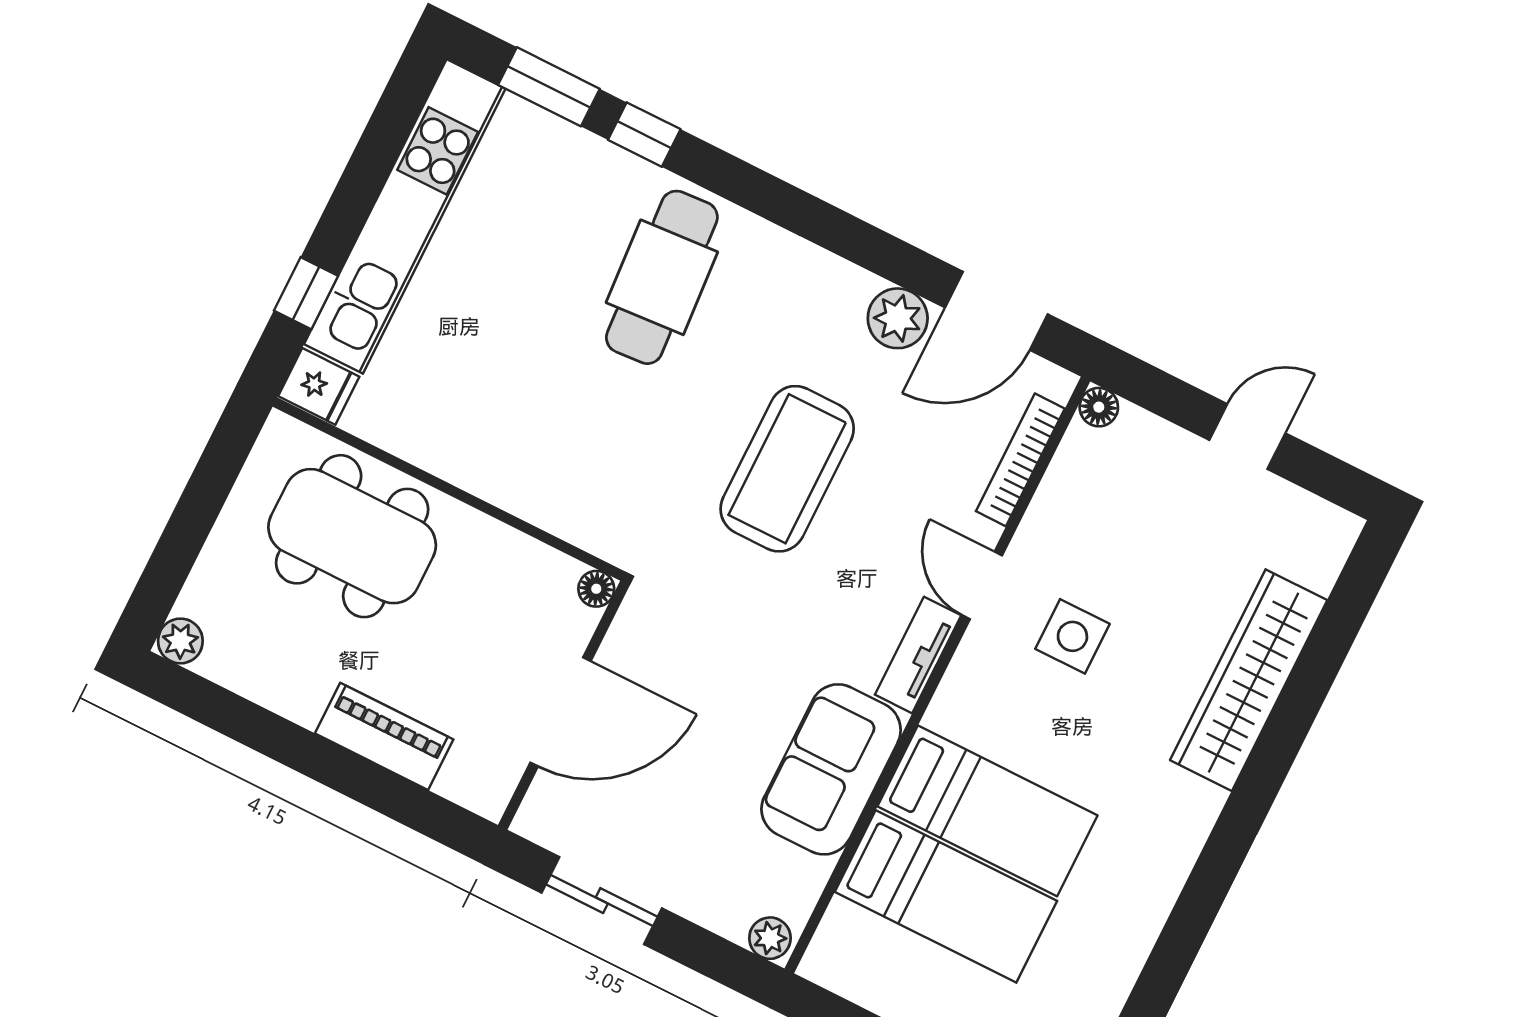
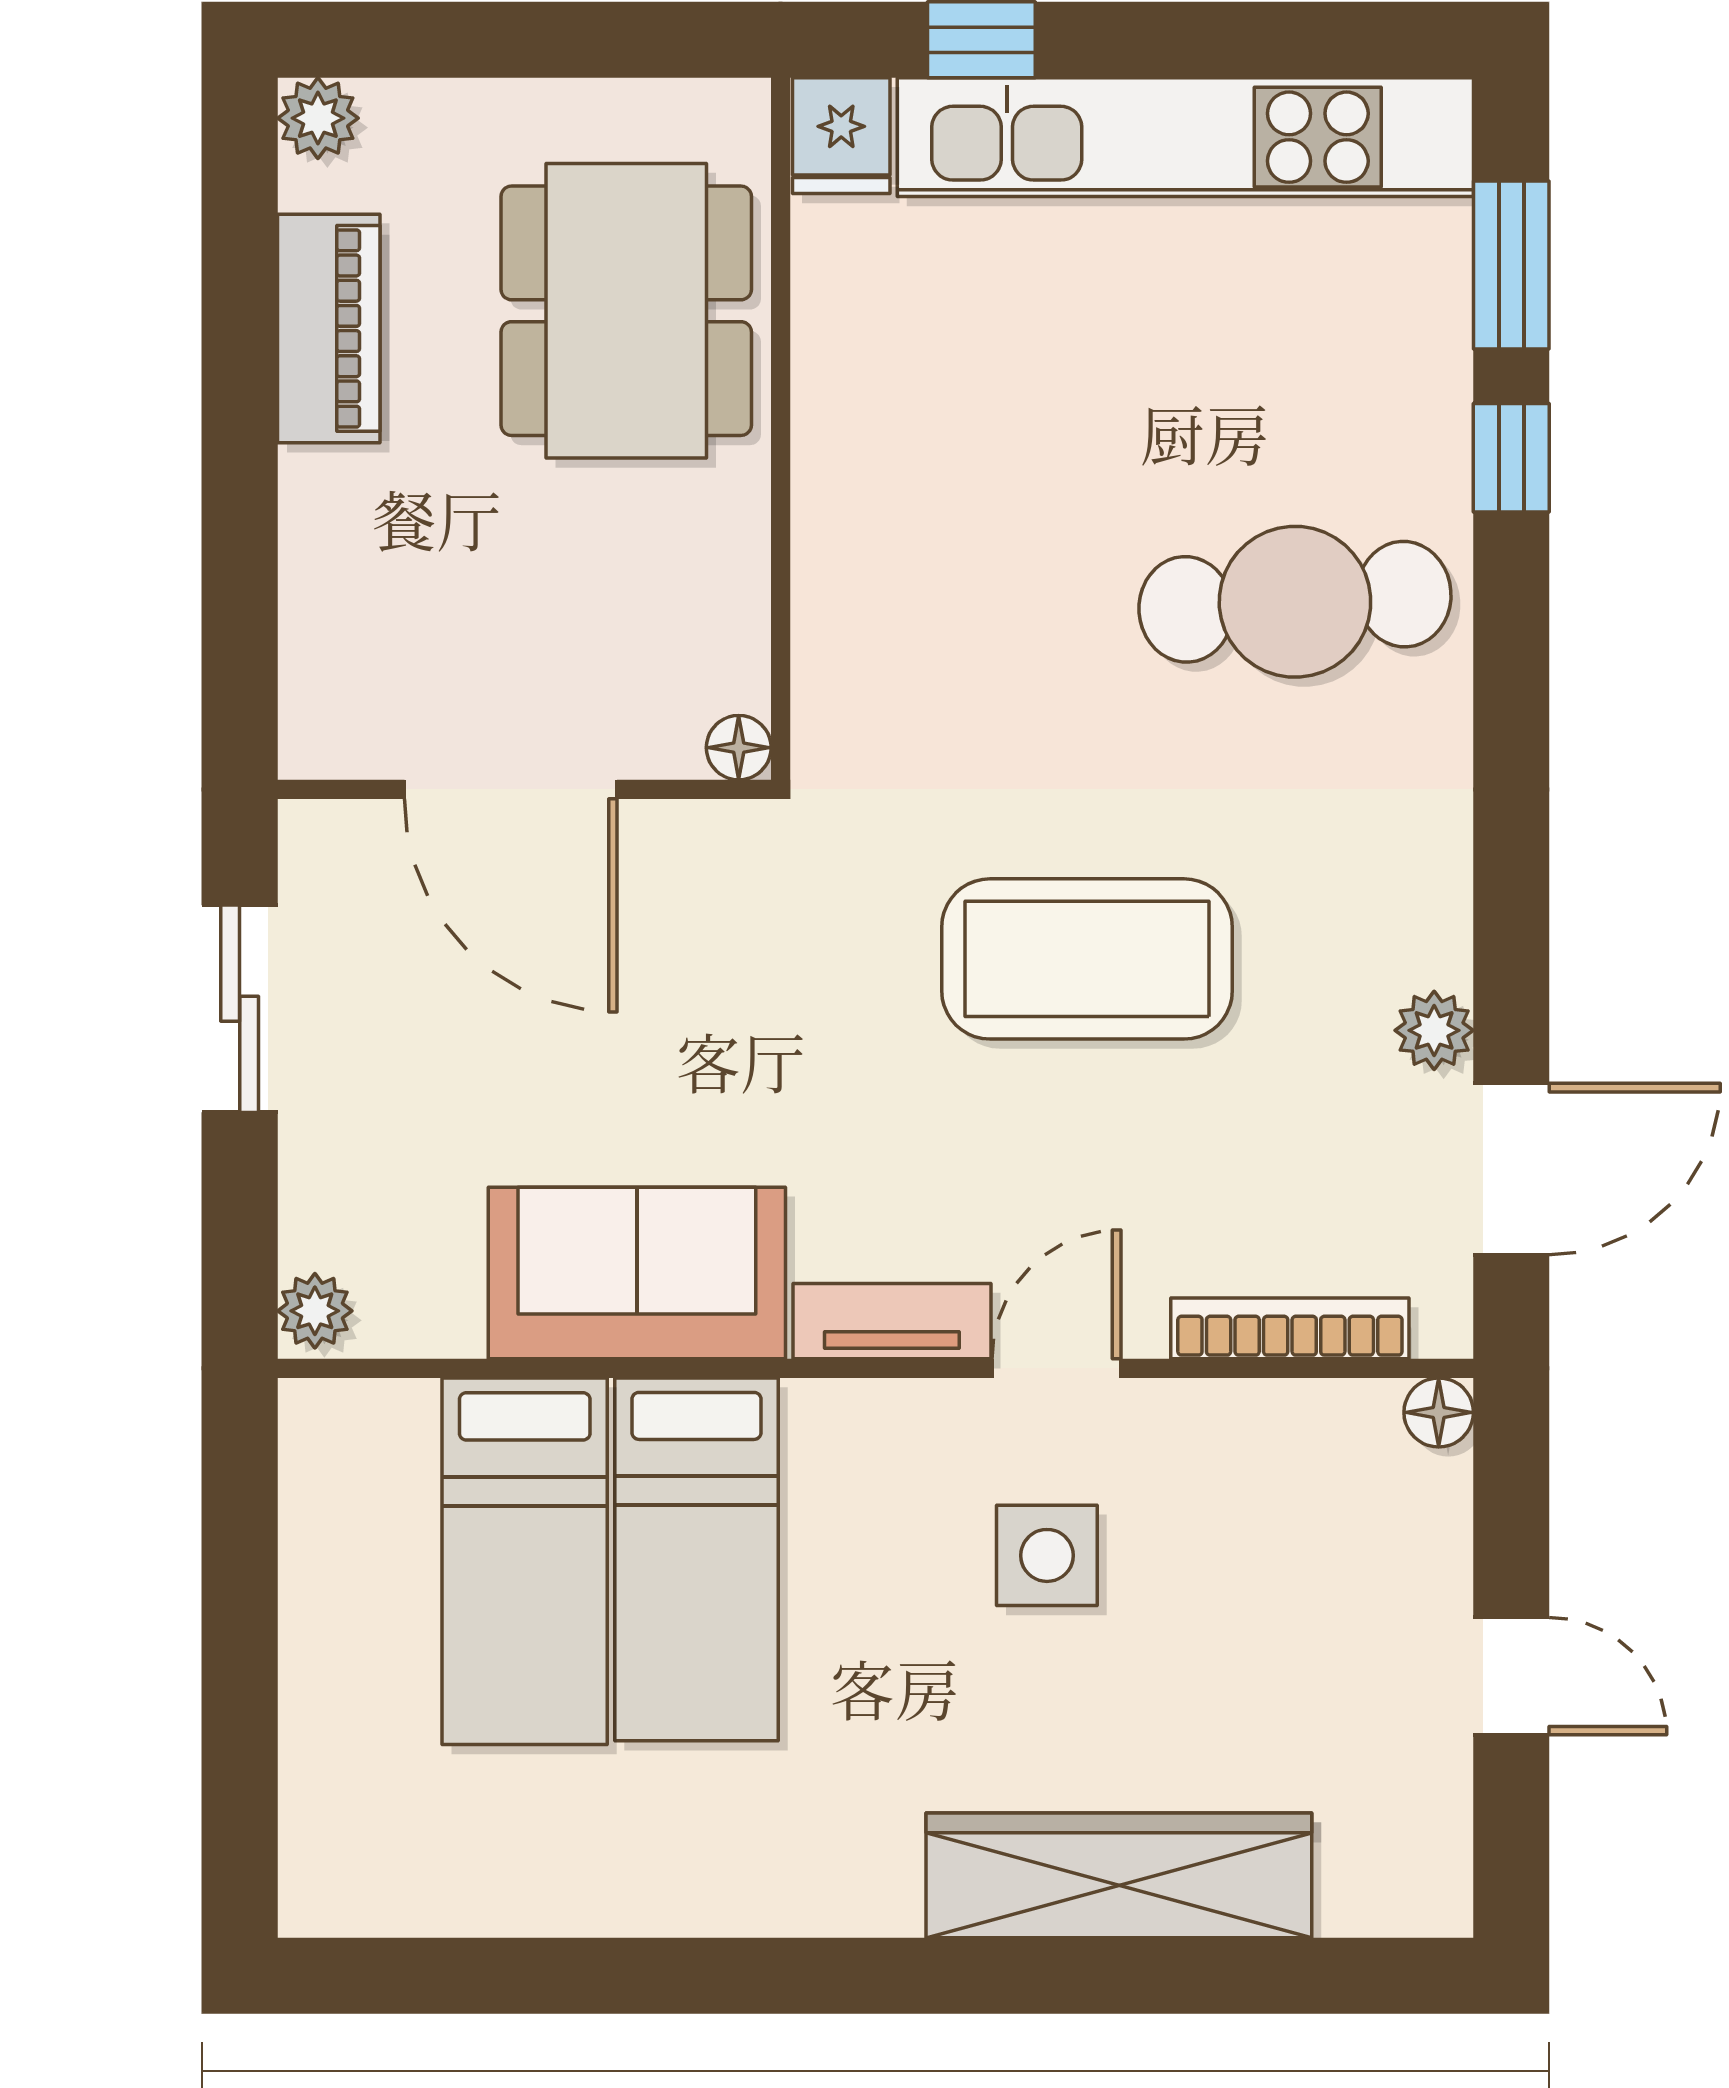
door: (996, 311) -> (1511, 1169), swing flipped
plant: (898, 318) -> (1434, 1030), width x0.73, depth x0.73
piano: (384, 736) -> (329, 328), moved

